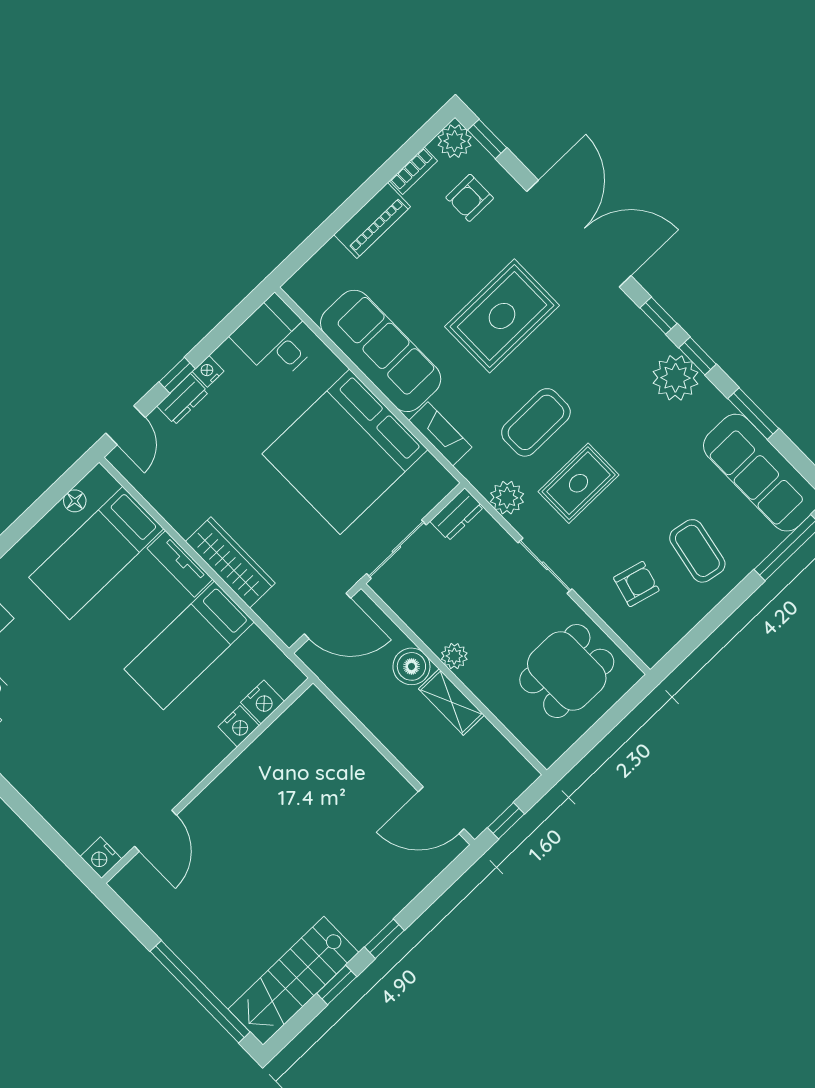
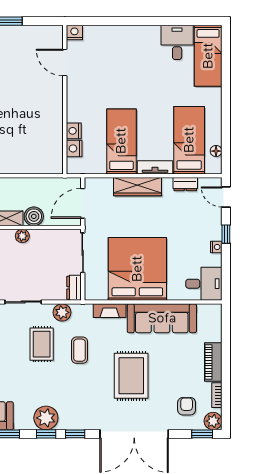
dresser: (183, 399) -> (185, 184), moved, turned -90
coffee table: (536, 422) -> (80, 350), width x0.73, depth x0.77

